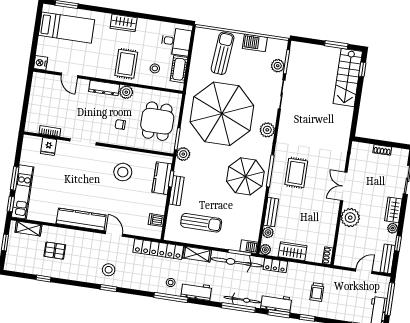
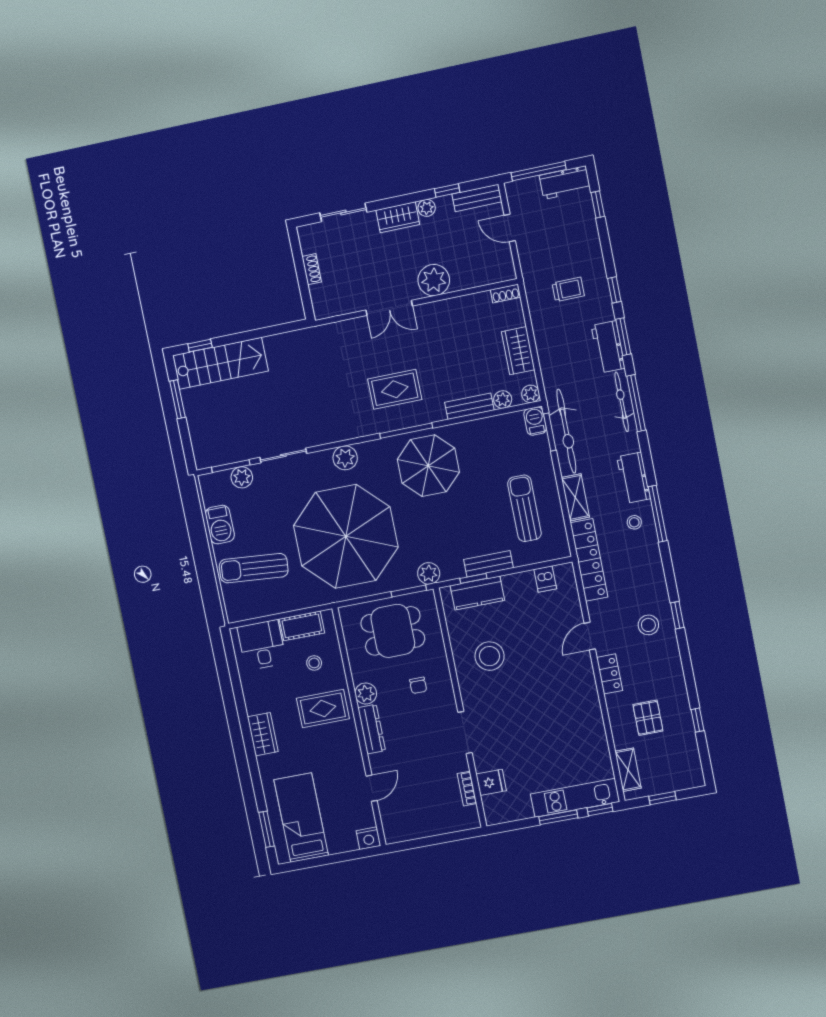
kitchen counter: (81, 219) -> (585, 694), removed
locker: (275, 265) -> (610, 674), moved

